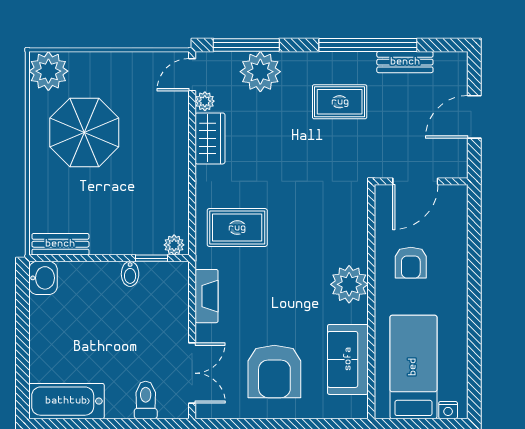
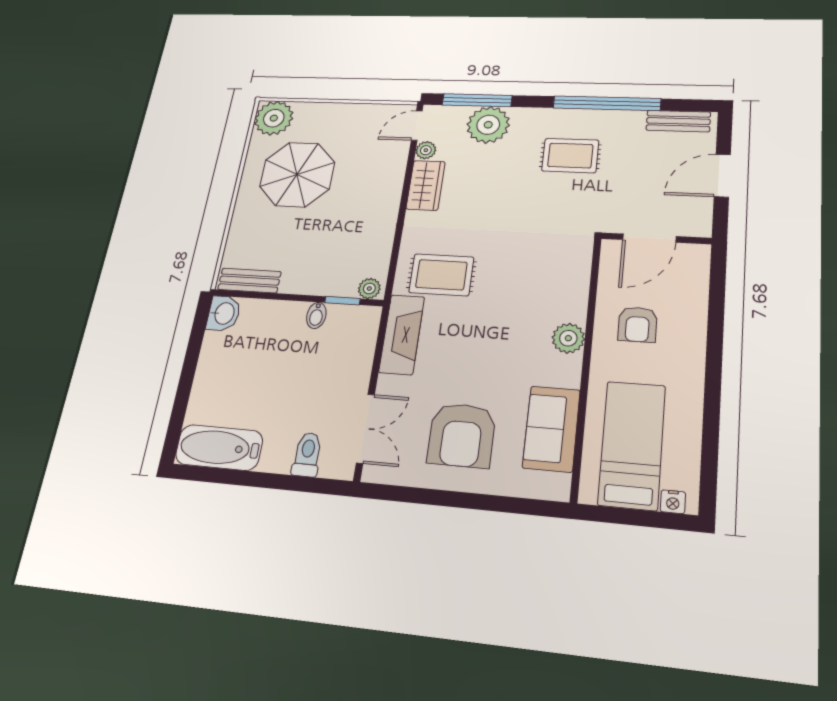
bench: (405, 62) -> (678, 121), moved
plant: (349, 284) -> (568, 338), width x0.73, depth x0.73
fireplace: (207, 296) -> (402, 334), width x1.37, depth x1.32

